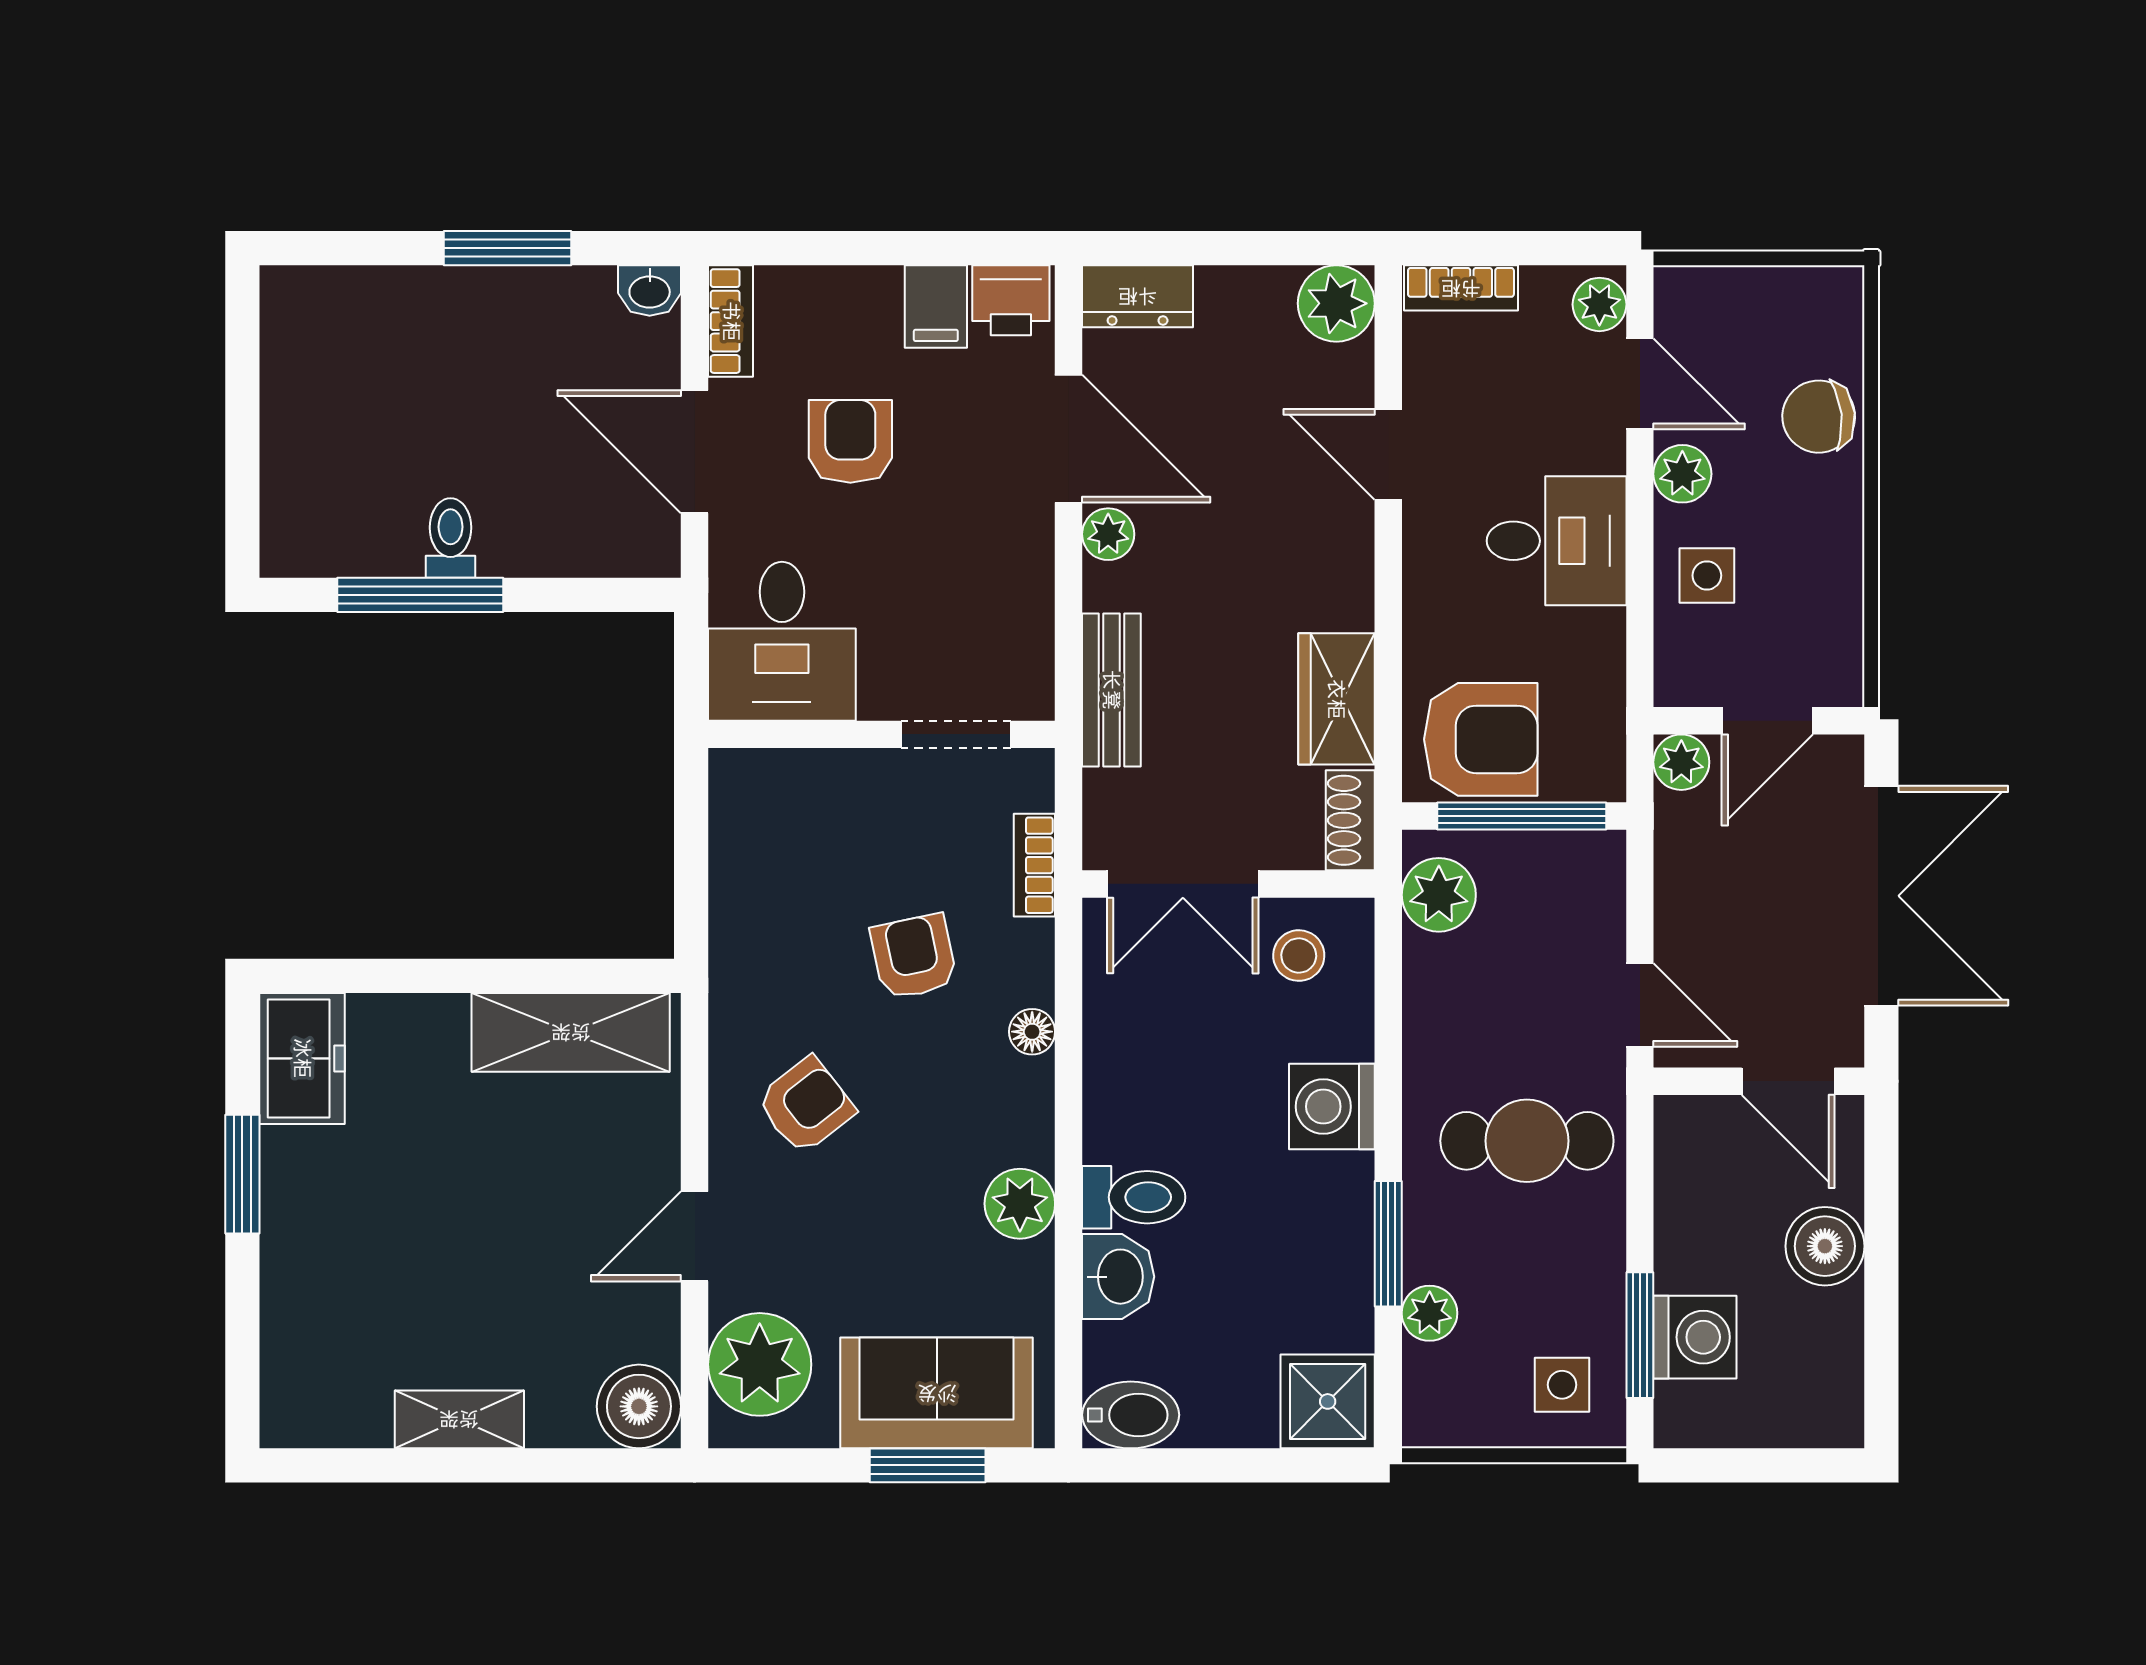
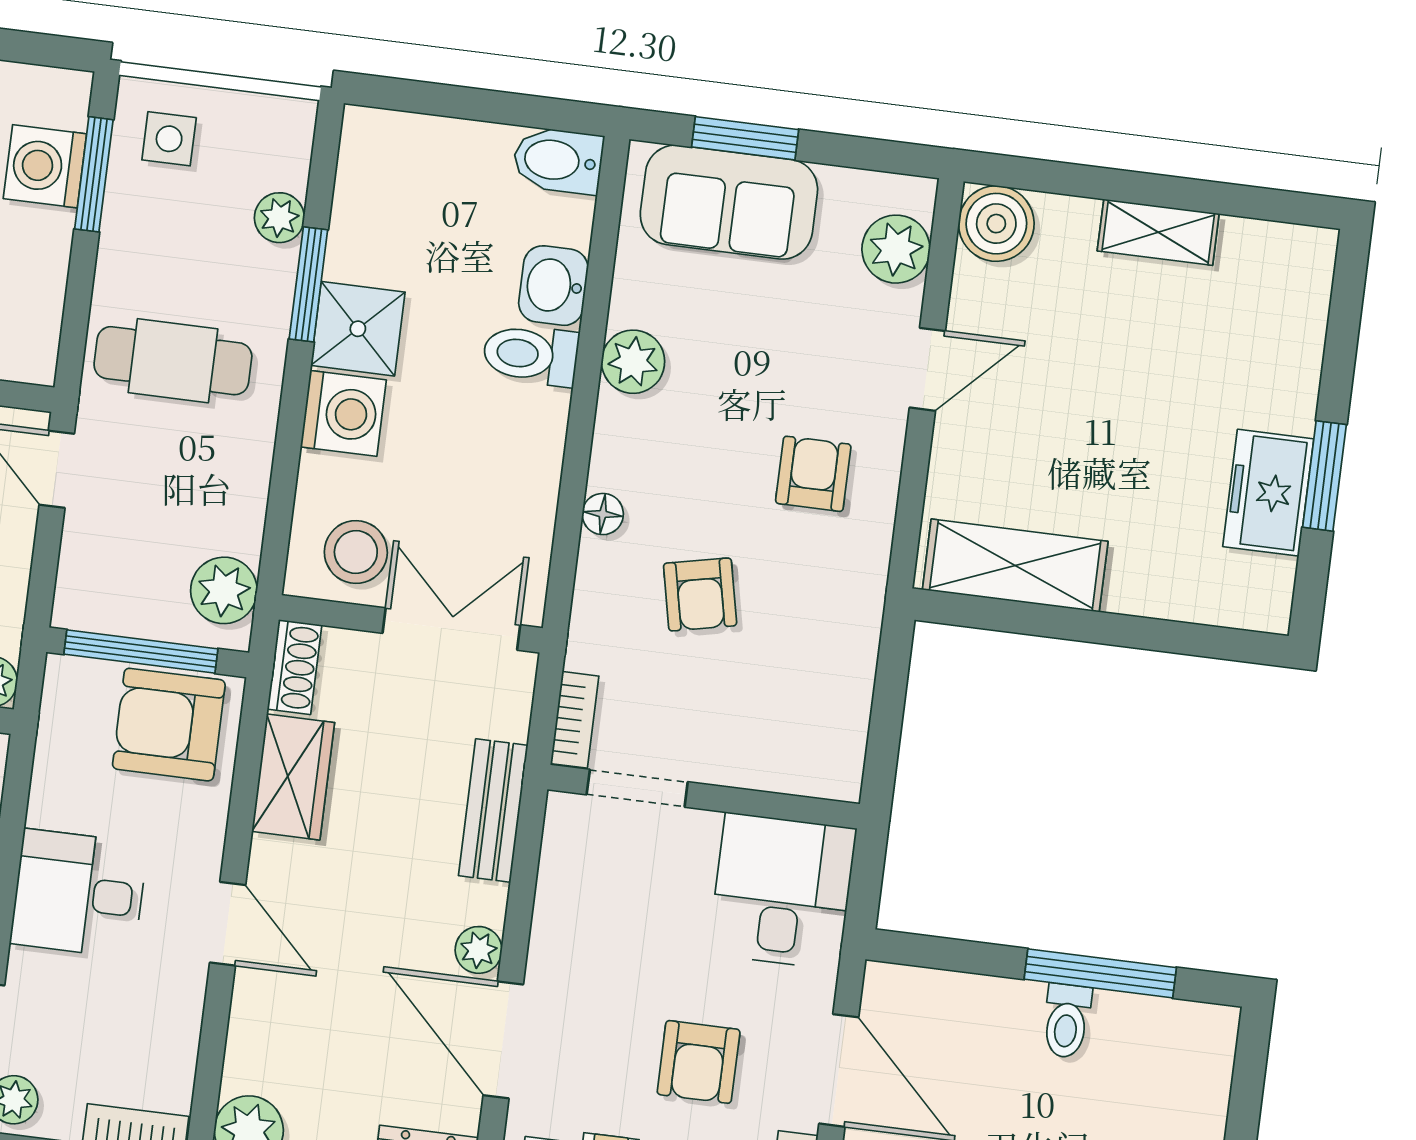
door: (1388, 454) -> (228, 924), moved
bookcase: (1034, 865) -> (575, 720), moved
stool: (1299, 956) -> (356, 552), width x1.37, depth x1.37
freezer: (302, 1058) -> (1268, 493), moved
armchair: (806, 1105) -> (813, 474), turned 128
plant: (760, 1364) -> (896, 249), width x0.73, depth x0.73
shower: (1328, 1401) -> (358, 329), moved

